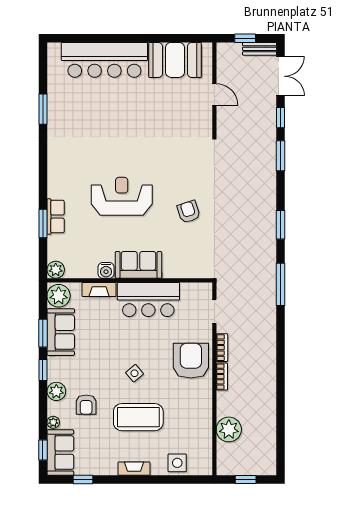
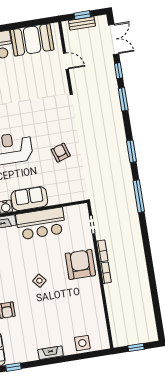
bench: (260, 49) -> (82, 23), moved
coffee table: (138, 417) -> (48, 313), removed
plant: (229, 429) -> (117, 312), removed

